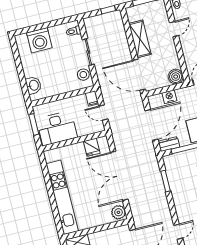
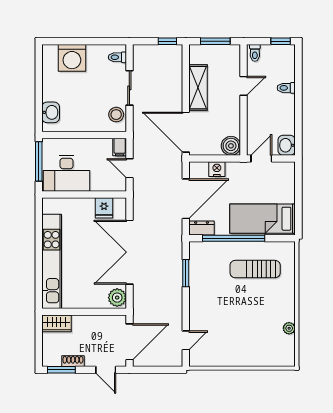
window: (34, 124) -> (39, 161), width x1.44

